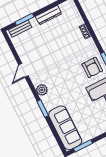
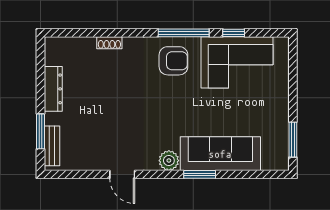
sofa: (65, 128) -> (220, 154), moved

